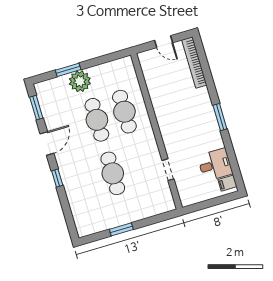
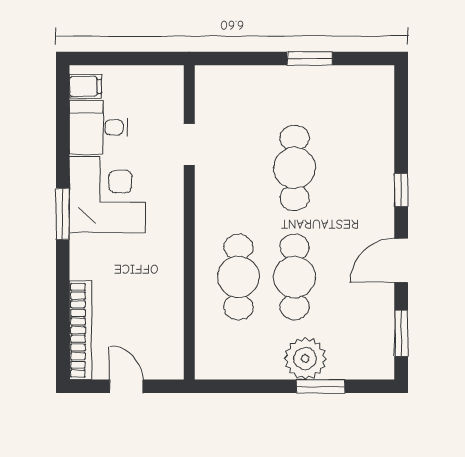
corner desk: (201, 133) -> (107, 194), added

